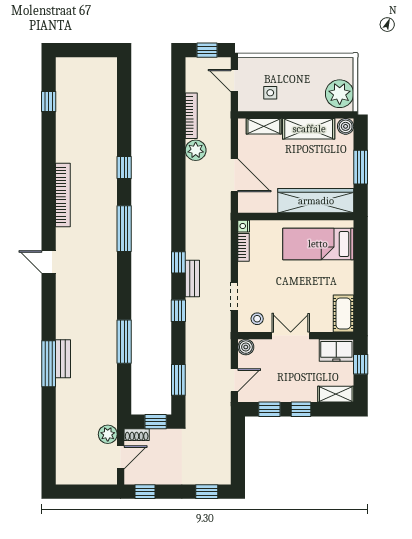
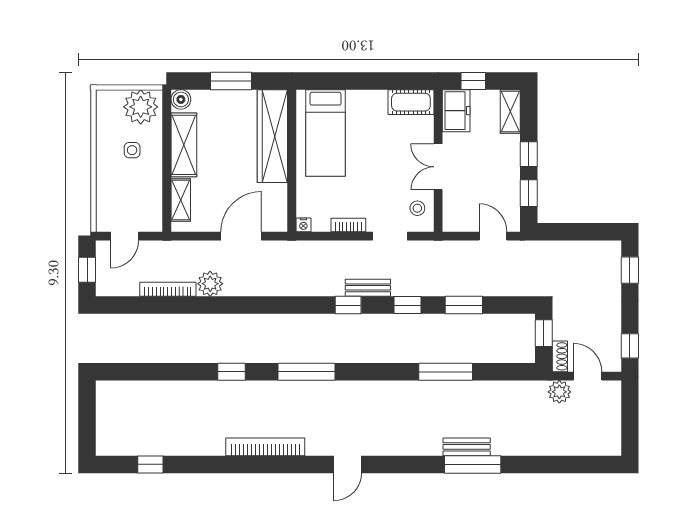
side table: (270, 93) -> (132, 150), moved
bookcase: (244, 247) -> (348, 225), moved
boiler: (246, 347) -> (452, 222), removed
window: (178, 380) -> (464, 305), moved

